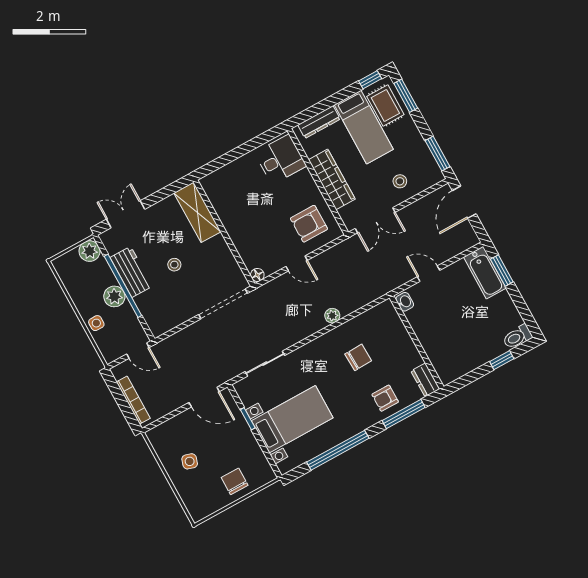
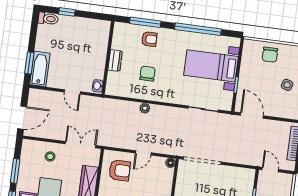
window: (438, 154) -> (15, 171), moved
door: (297, 263) -> (143, 153), swing flipped
chair: (358, 357) -> (148, 74), turned 92
dresser: (425, 380) -> (115, 61), moved

